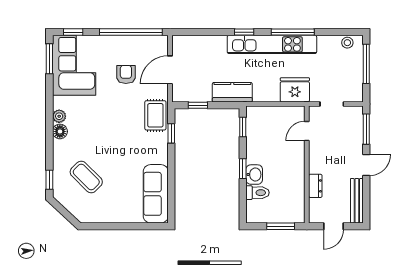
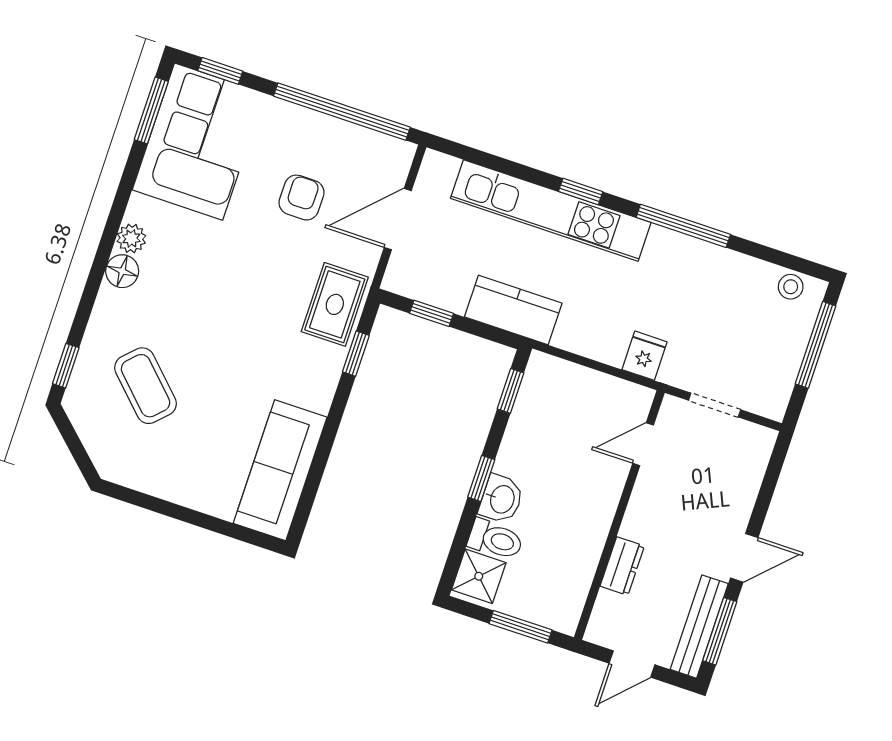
kitchen unit: (272, 44) -> (551, 210), moved
fridge: (295, 90) -> (645, 356), width x0.53, depth x0.75
window: (366, 129) -> (720, 631), moved
shower: (256, 211) -> (479, 576), added

